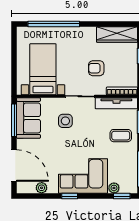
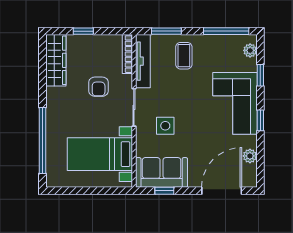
window: (14, 120) -> (164, 191), width x0.46
plant: (114, 188) -> (250, 50), moved
window: (122, 196) -> (260, 75), moved

